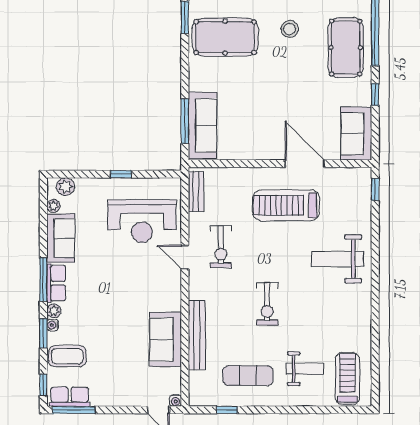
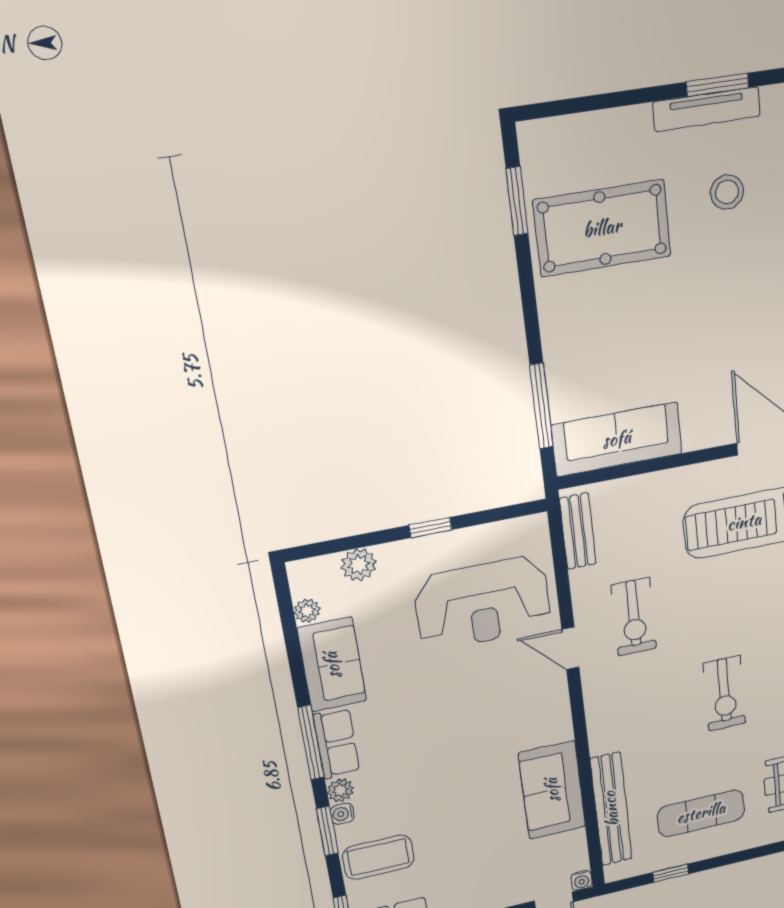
sofa: (202, 125) -> (617, 439), moved, turned -90
plant: (66, 187) -> (359, 565), moved
bench: (197, 335) -> (611, 809), moved

